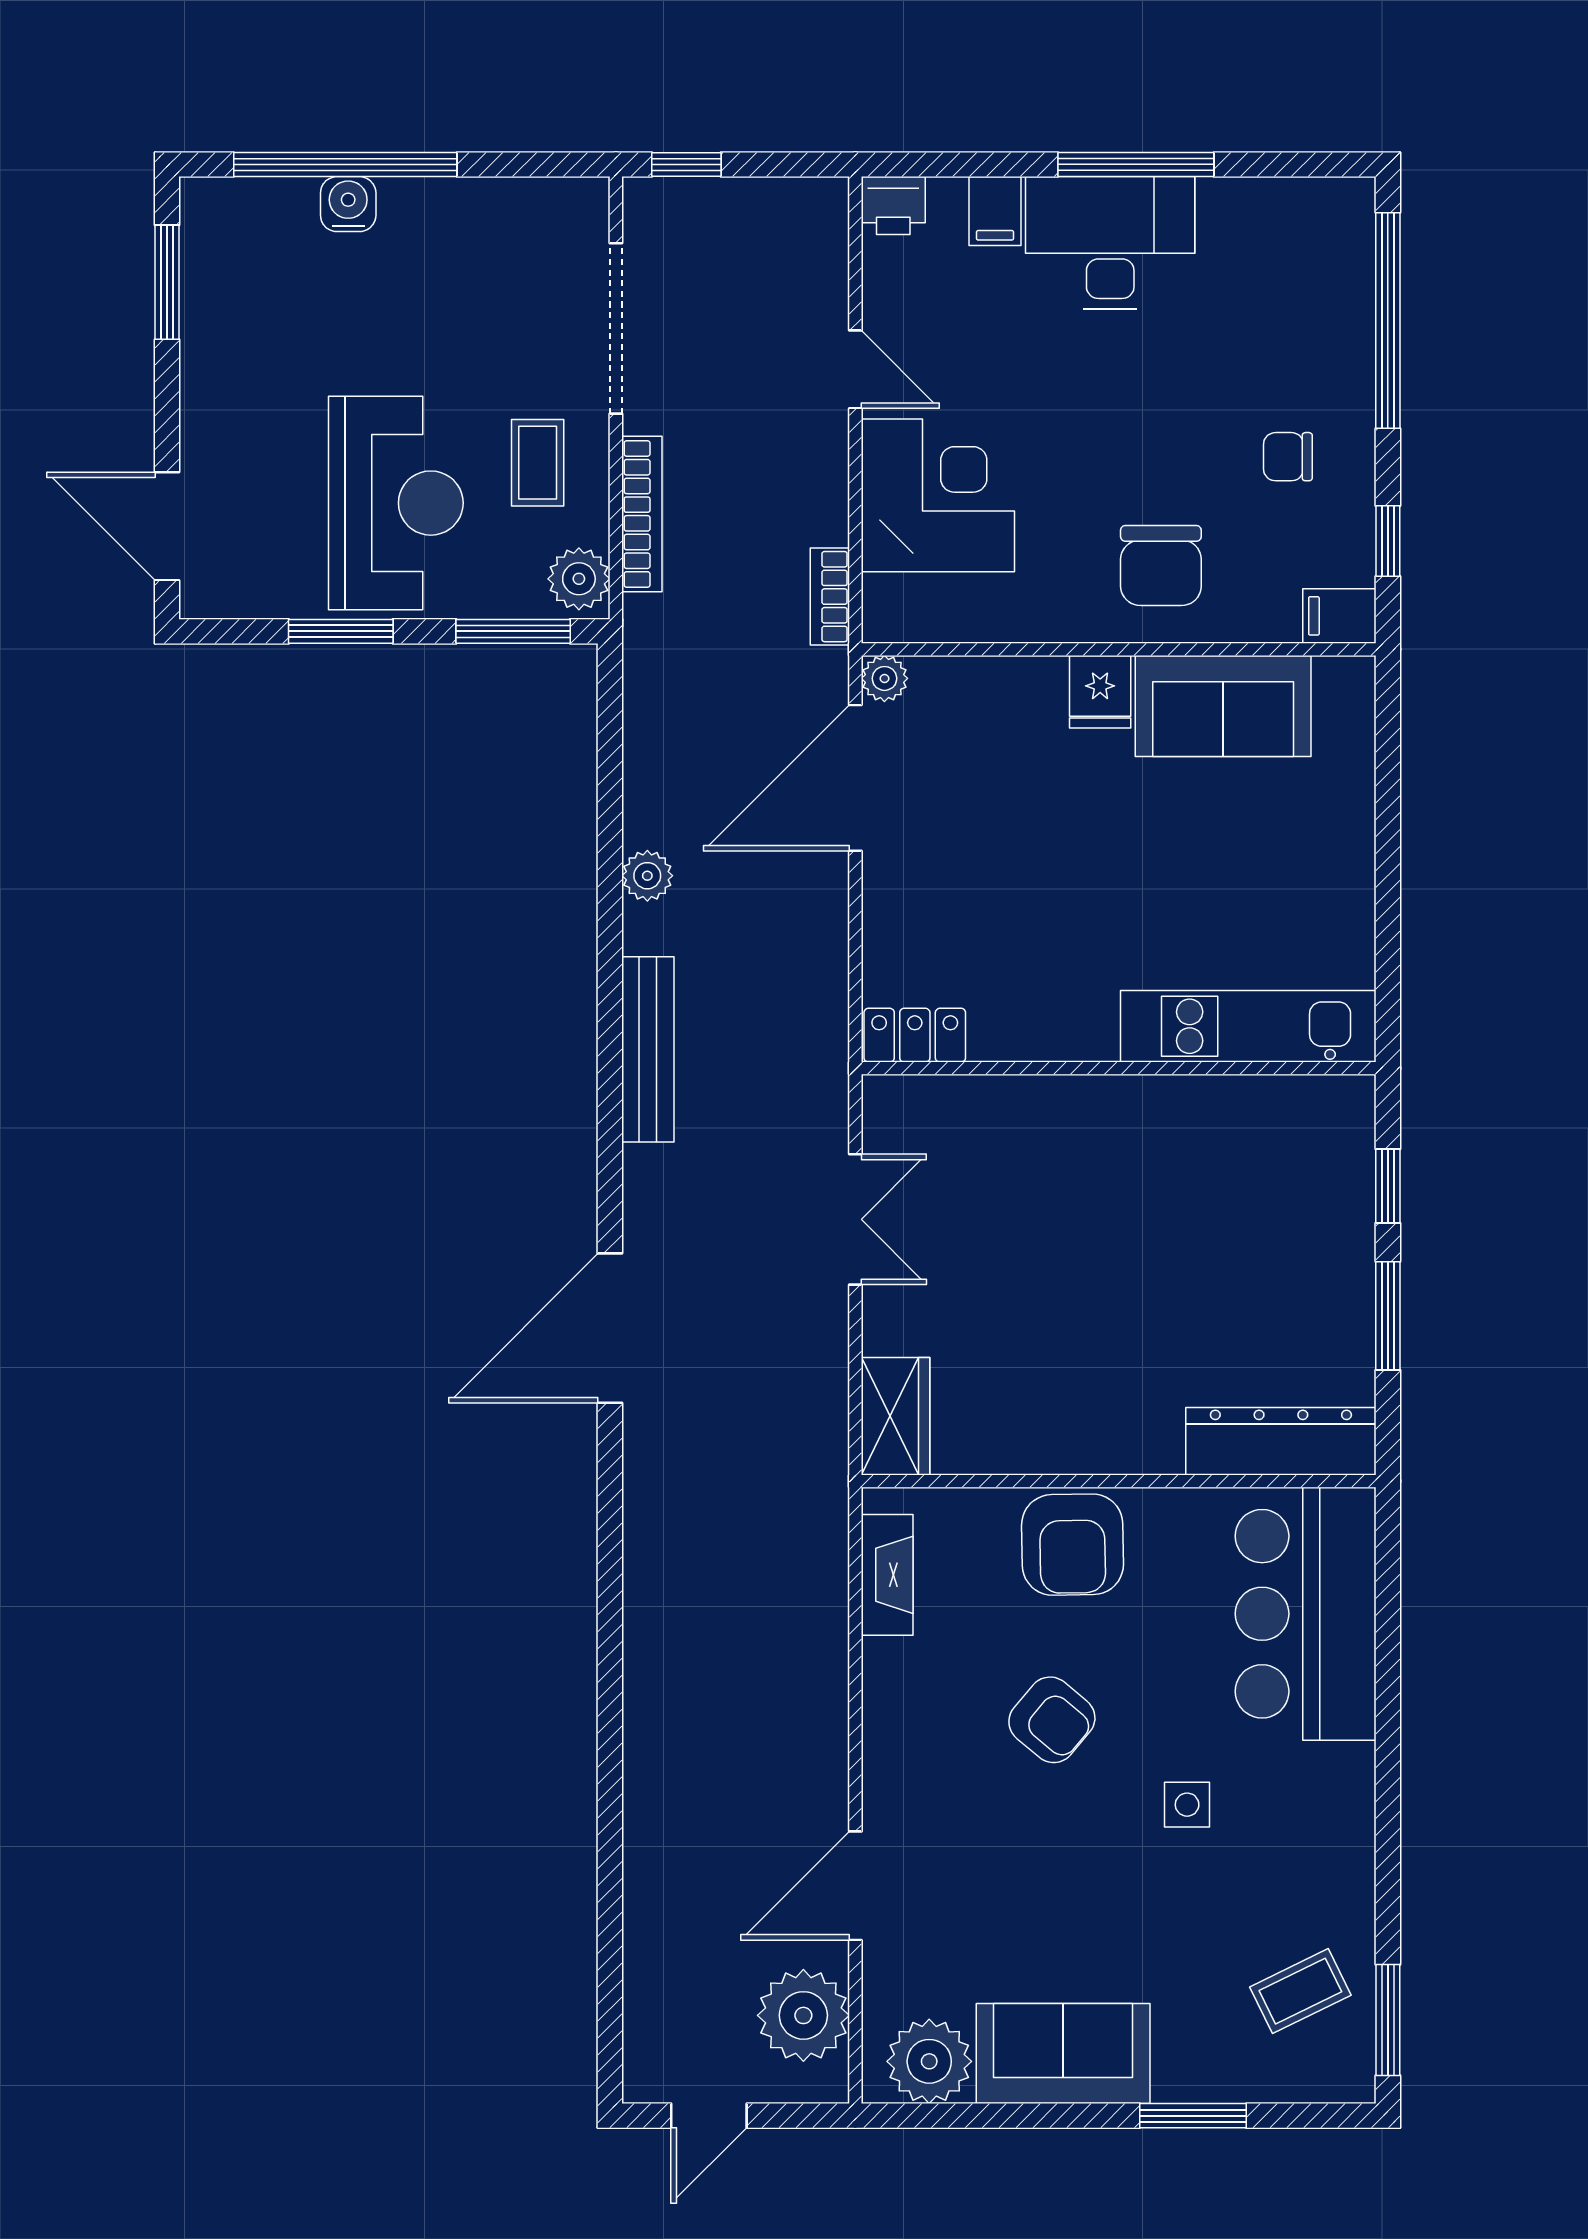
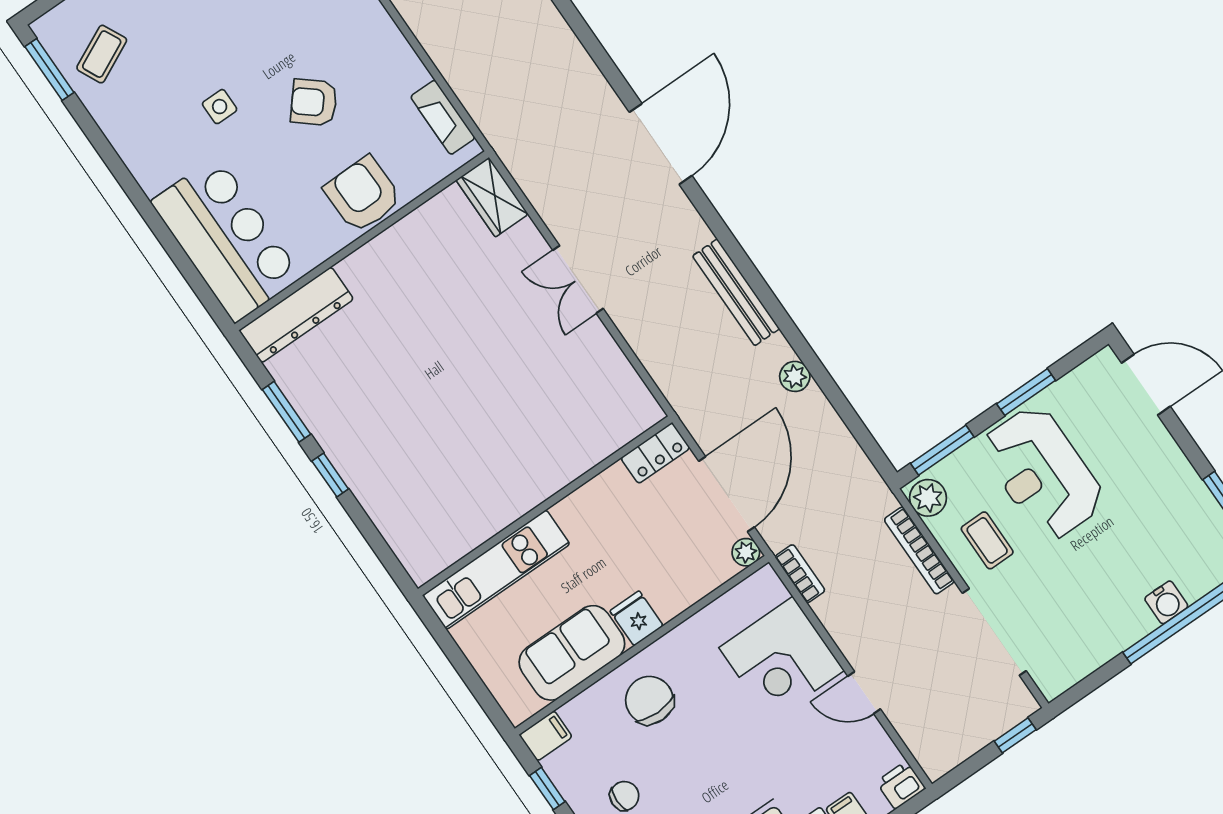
kitchen unit: (1248, 1026) -> (496, 570), moved
locker: (915, 1035) -> (655, 453), moved
wall: (1119, 1068) -> (545, 506), moved

